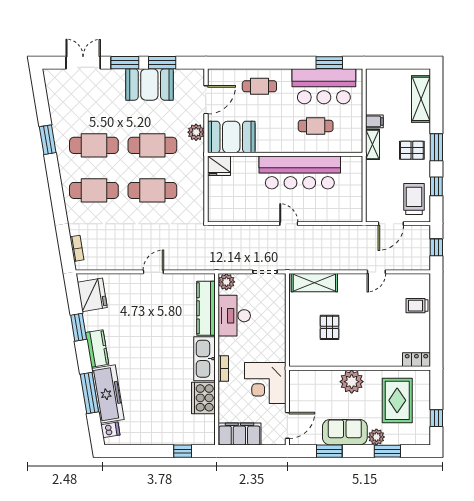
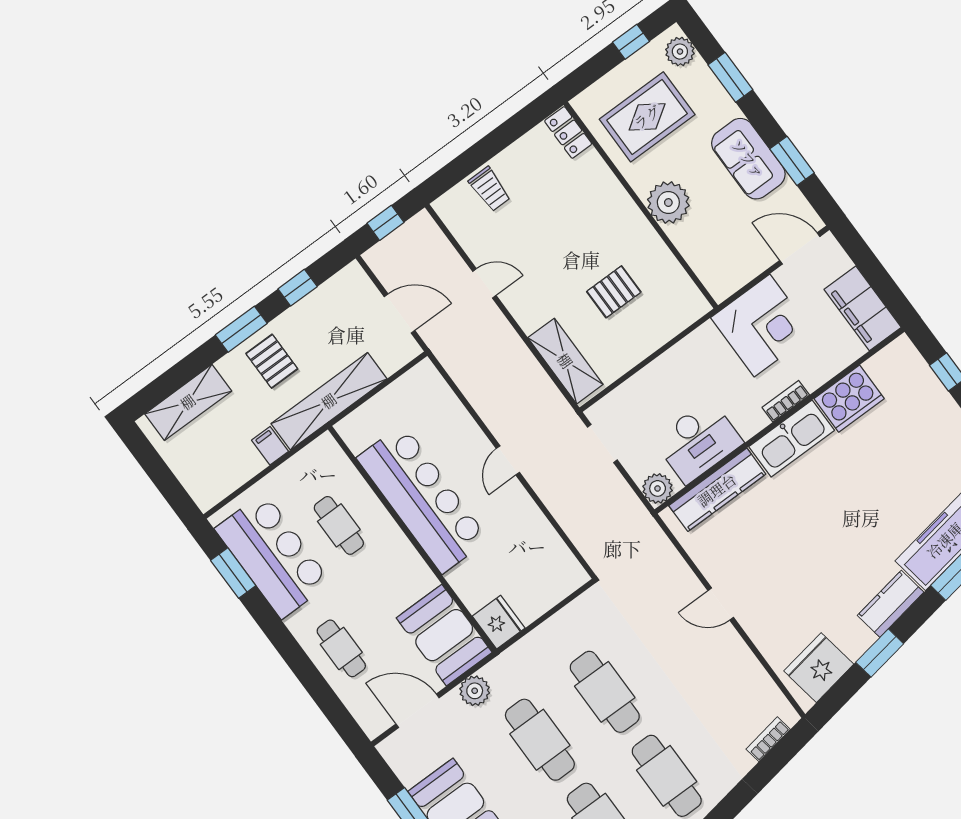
shelving: (372, 144) -> (329, 401), width x2.20, depth x1.33
trolley: (414, 199) -> (340, 306), removed
plant: (376, 437) -> (680, 52), moved

